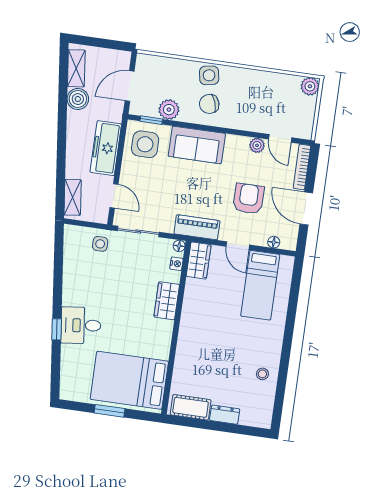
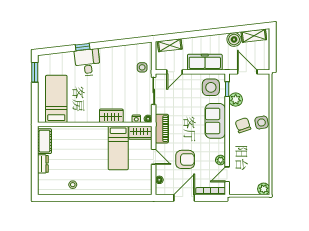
door: (238, 246) -> (154, 157), swing flipped
bed: (260, 285) -> (118, 148), moved, turned -90
bed: (129, 380) -> (56, 99), width x0.67
window: (110, 411) -> (35, 72), moved

